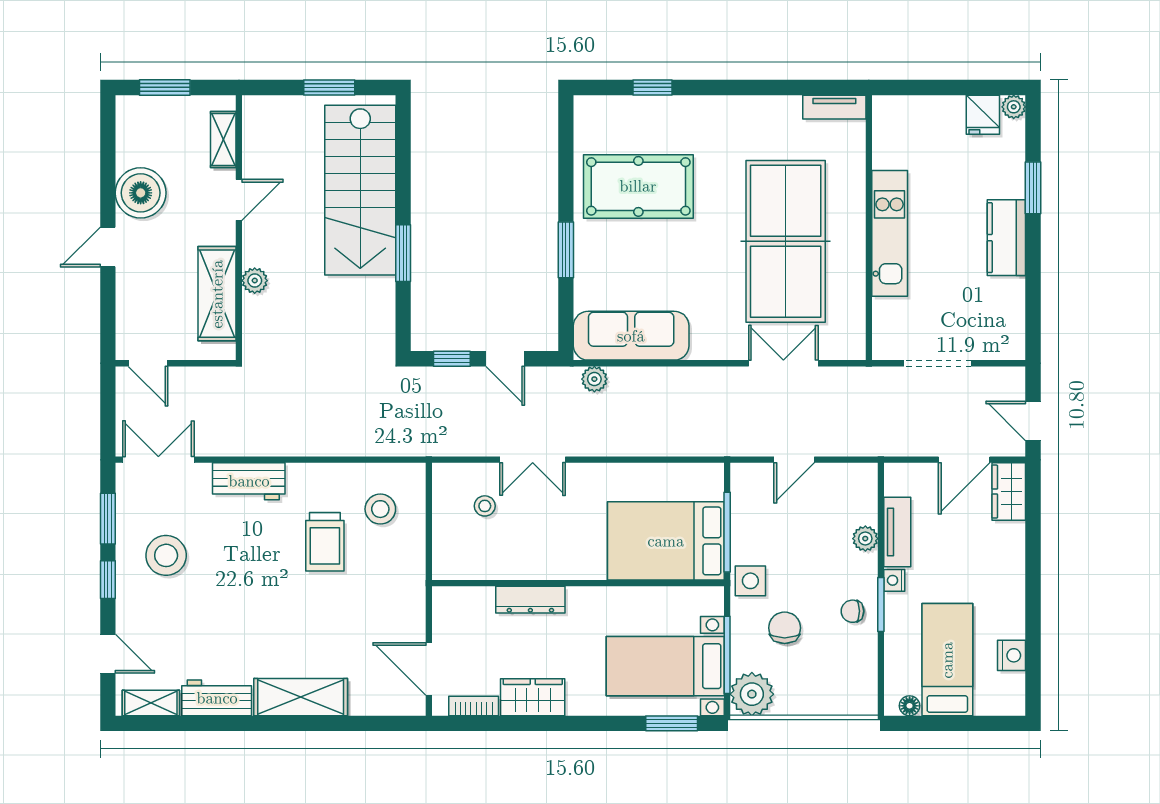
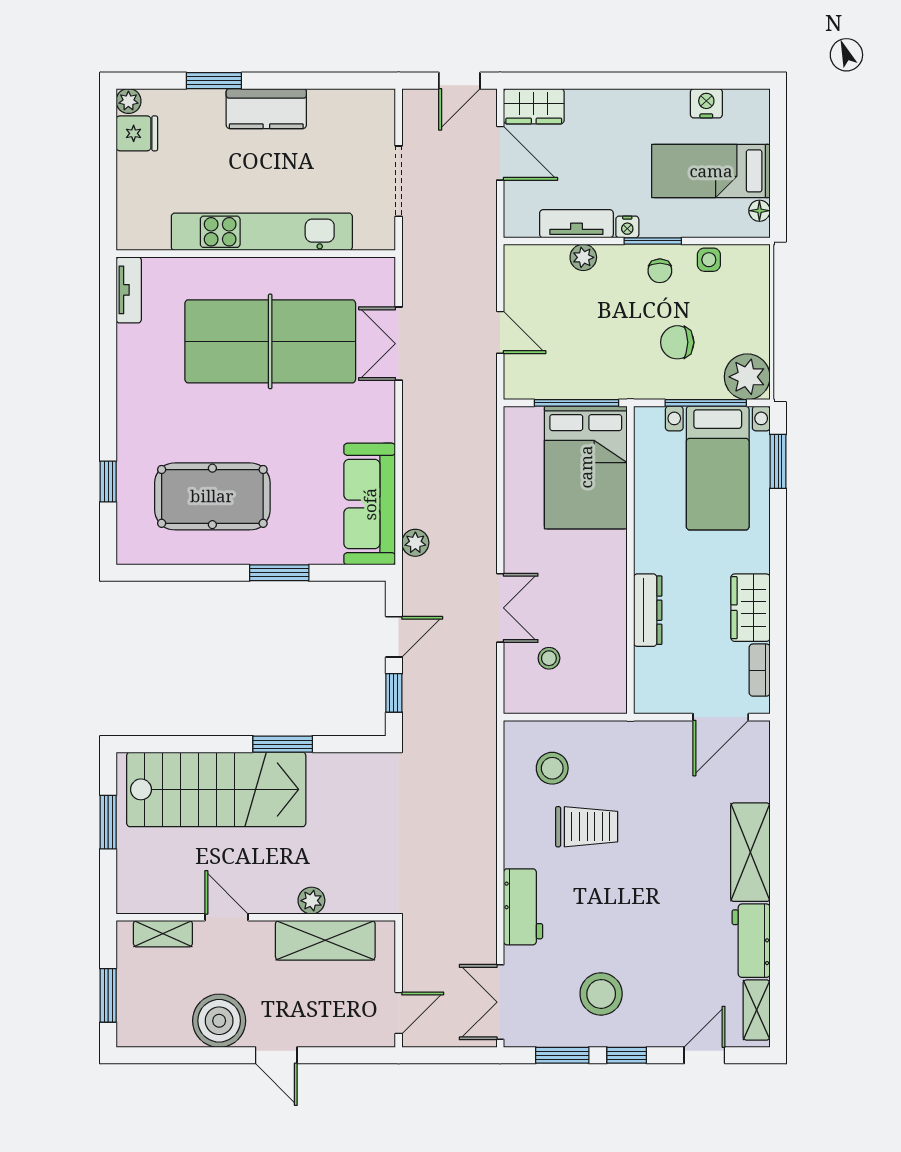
pool table: (638, 186) -> (212, 496), turned 90
kitchen unit: (890, 233) -> (262, 232), width x1.36
side table: (750, 581) -> (709, 260), moved, width x0.73, depth x0.73

